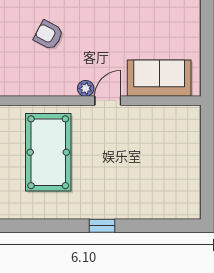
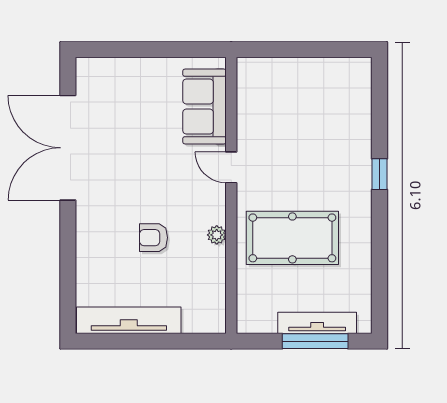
armchair: (48, 35) -> (153, 238), turned 62
plant: (86, 88) -> (217, 235), moved

